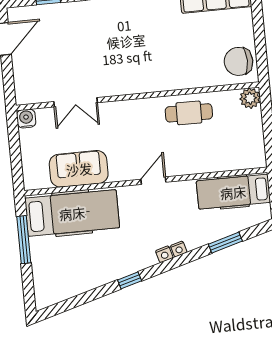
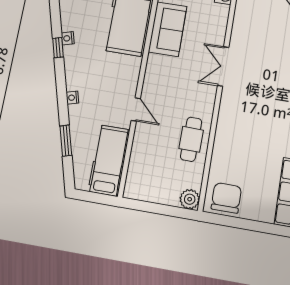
double door: (76, 102) -> (223, 66), moved
door: (153, 181) -> (136, 109), moved
nightstand: (164, 254) -> (68, 38), moved

